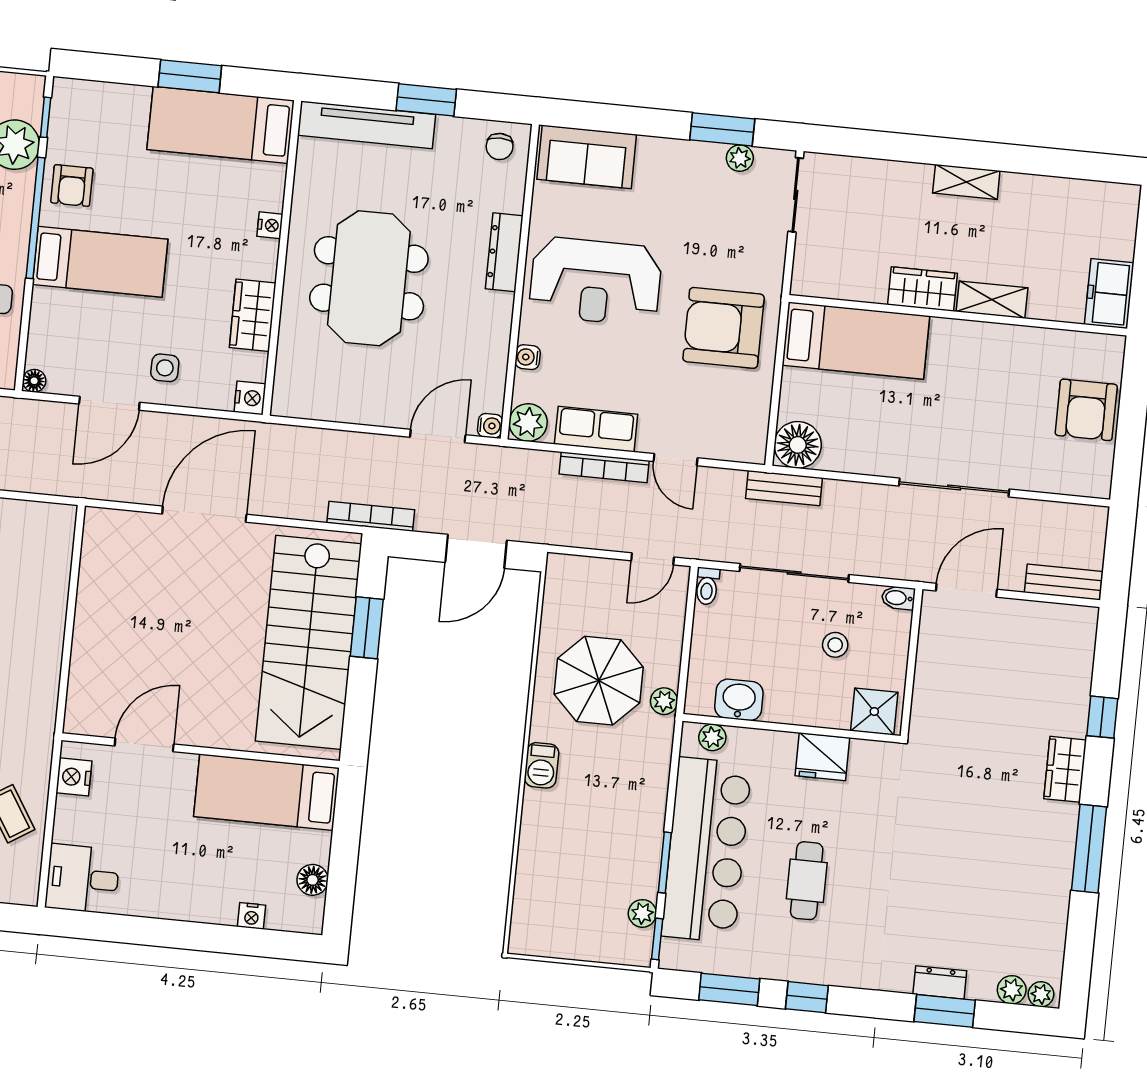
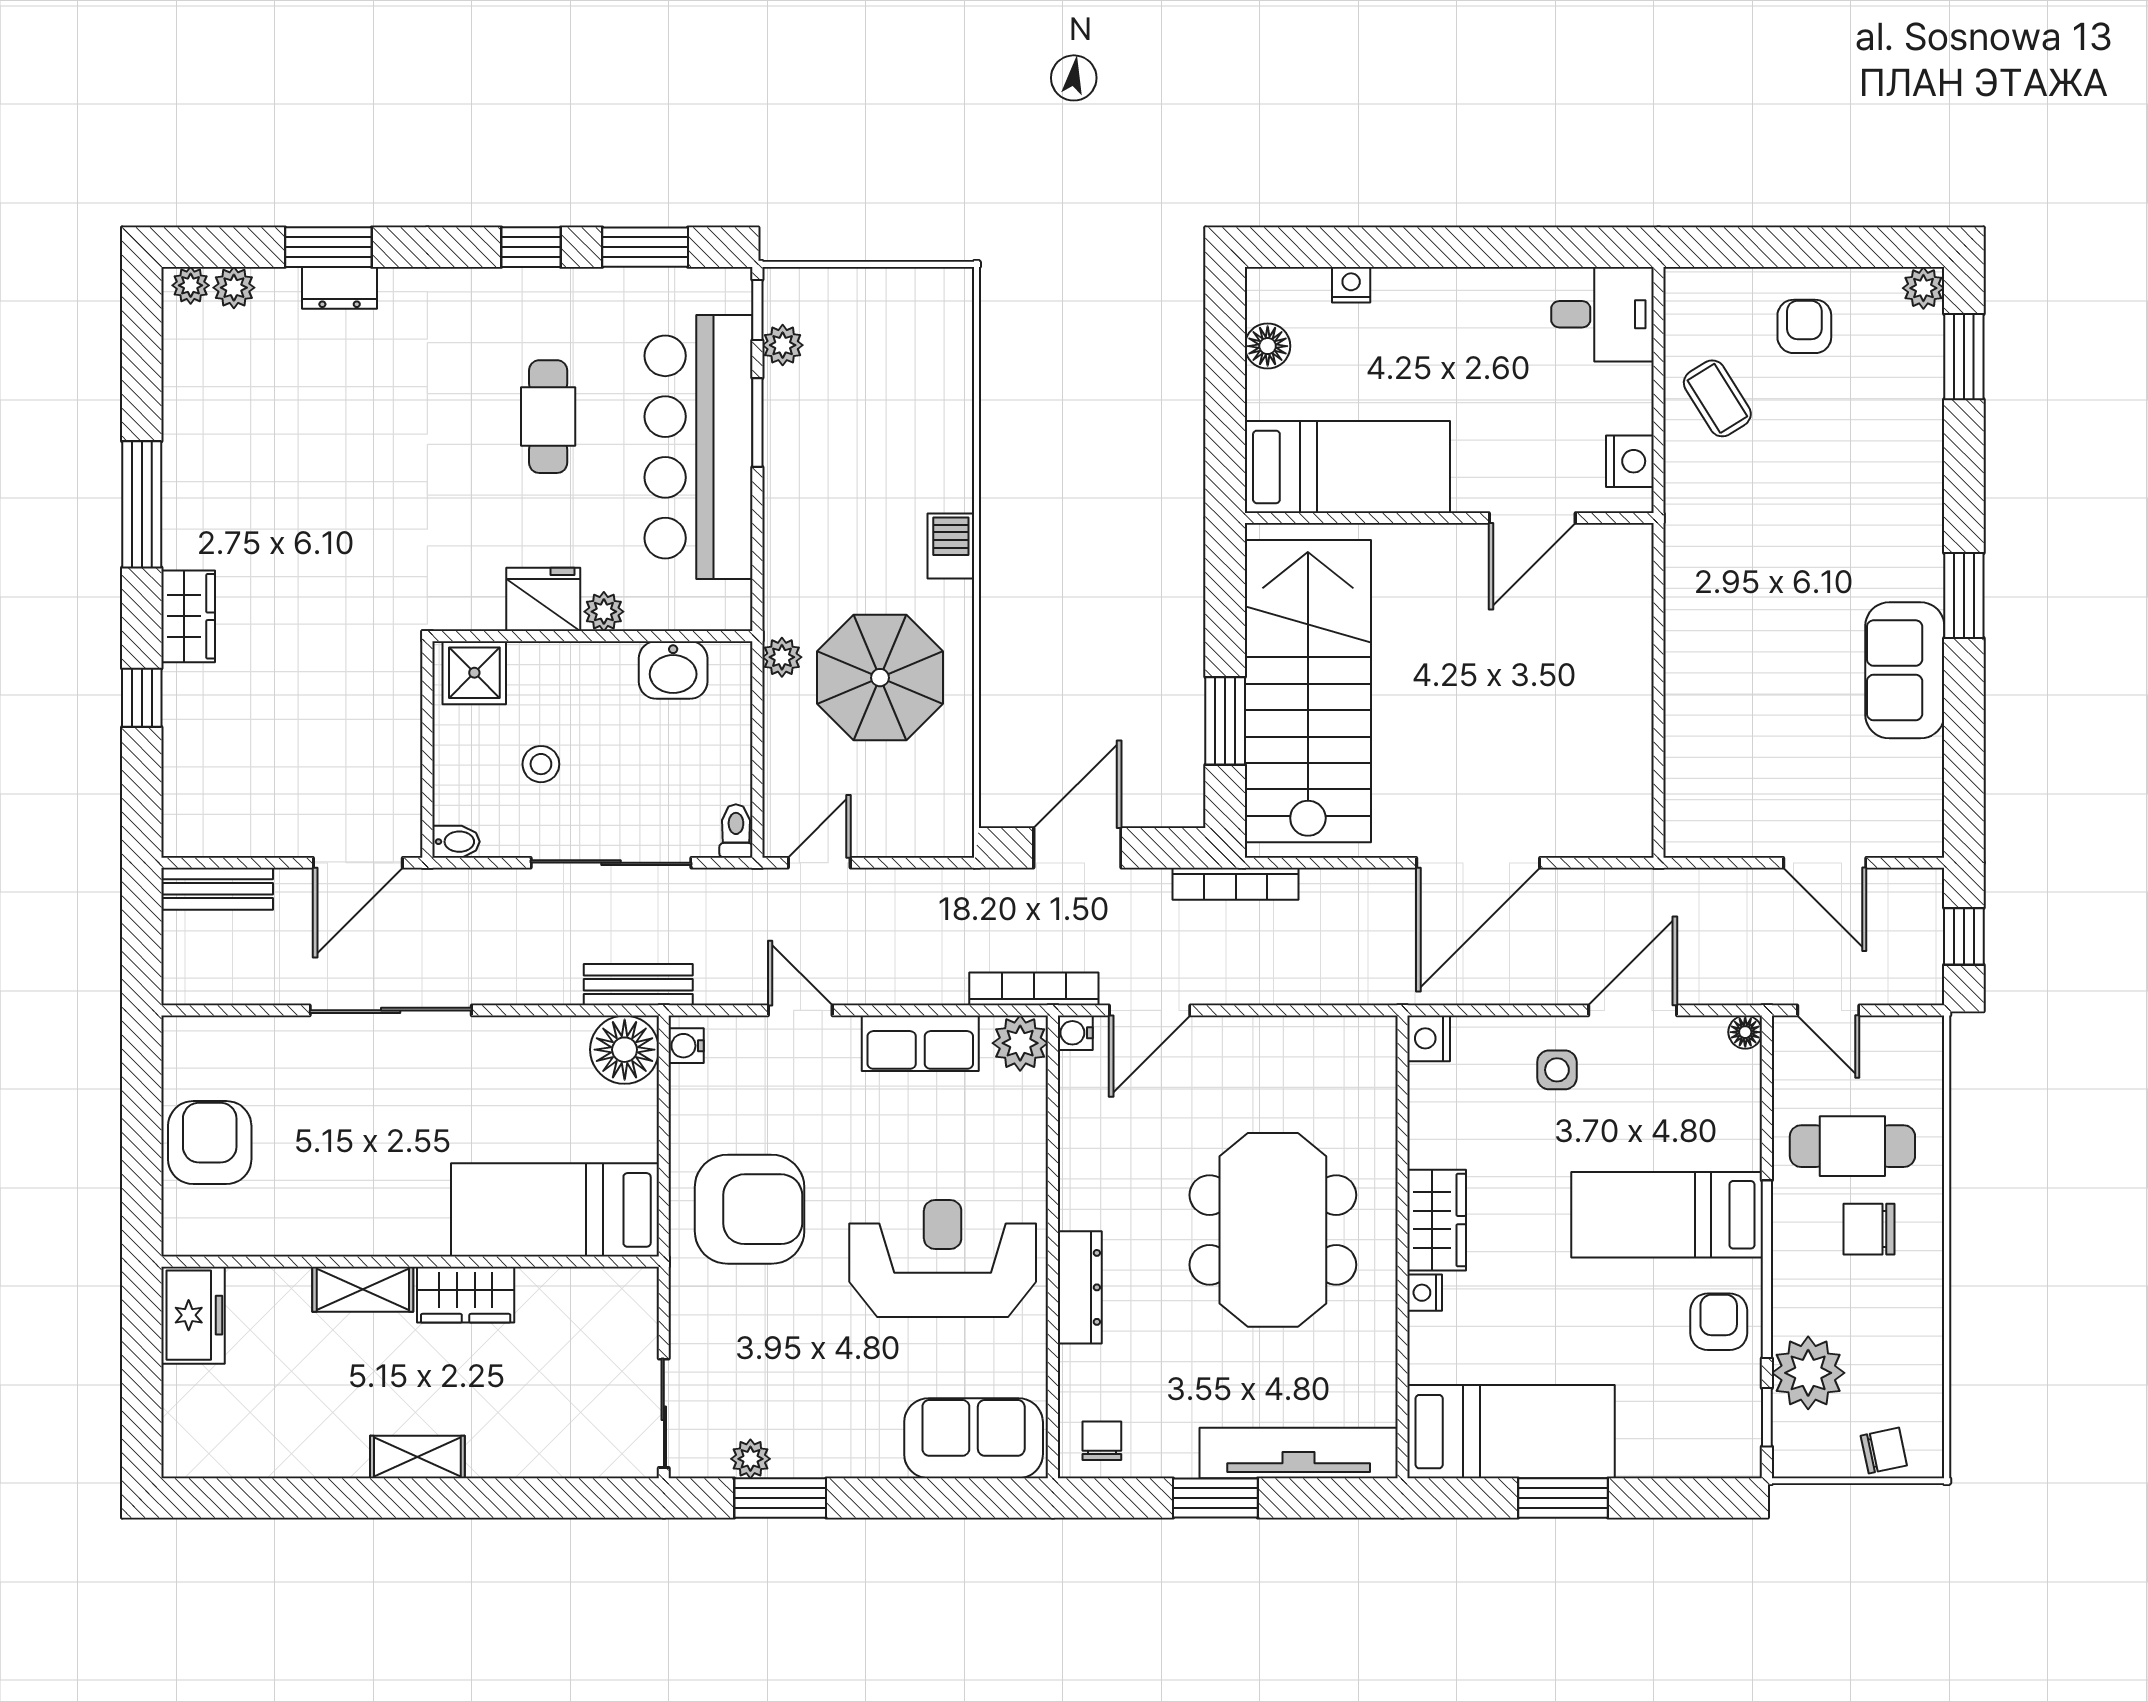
wardrobe: (253, 315) -> (1437, 1220), moved
water cooler: (528, 357) -> (686, 1046), moved, turned 180
bookcase: (604, 467) -> (1034, 989), moved
plant: (712, 737) -> (604, 612), moved

